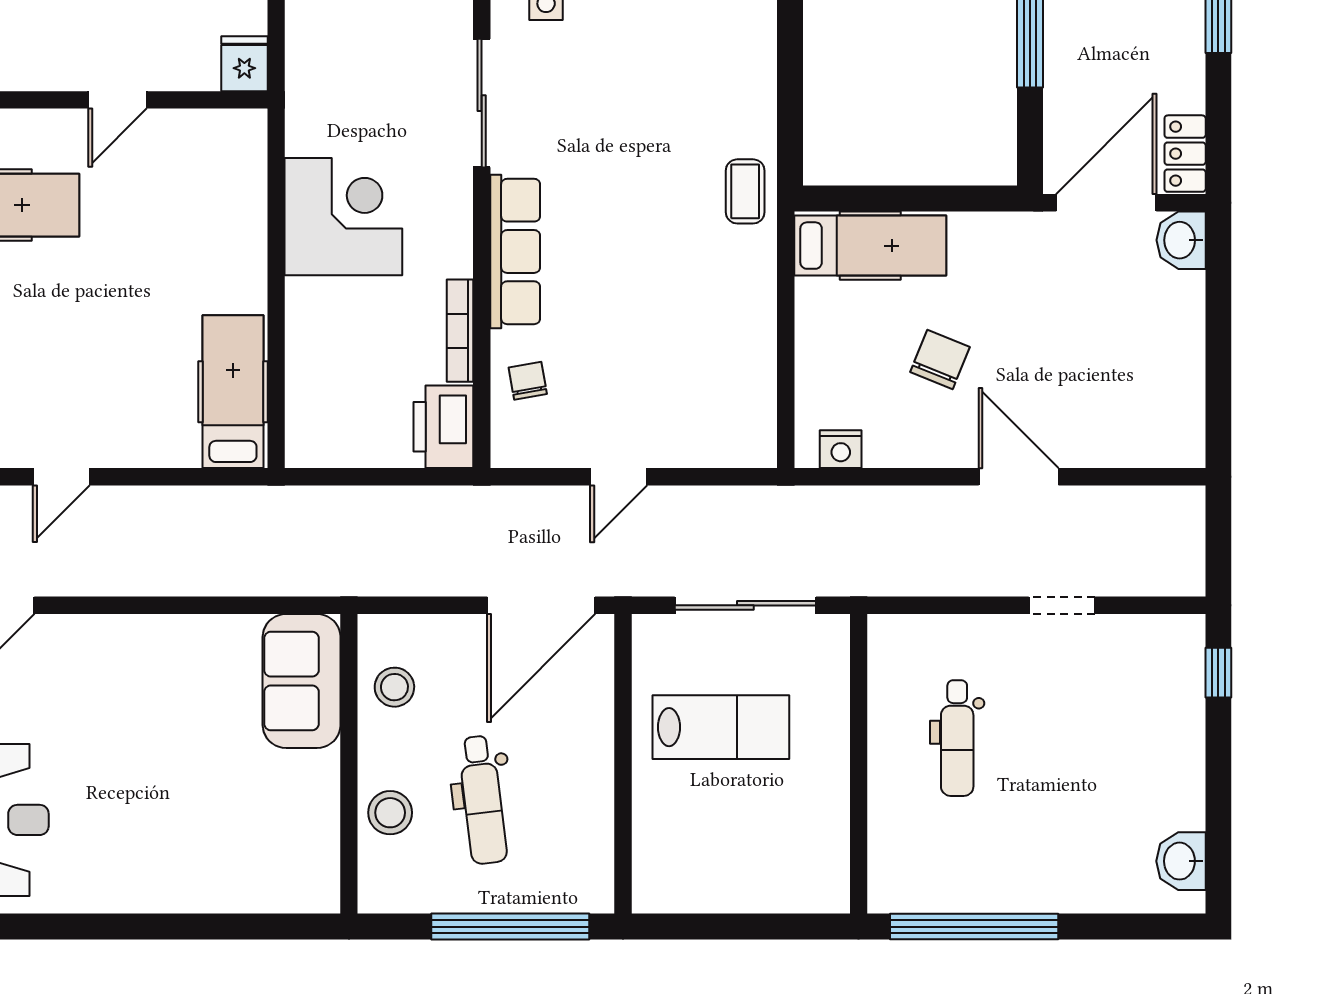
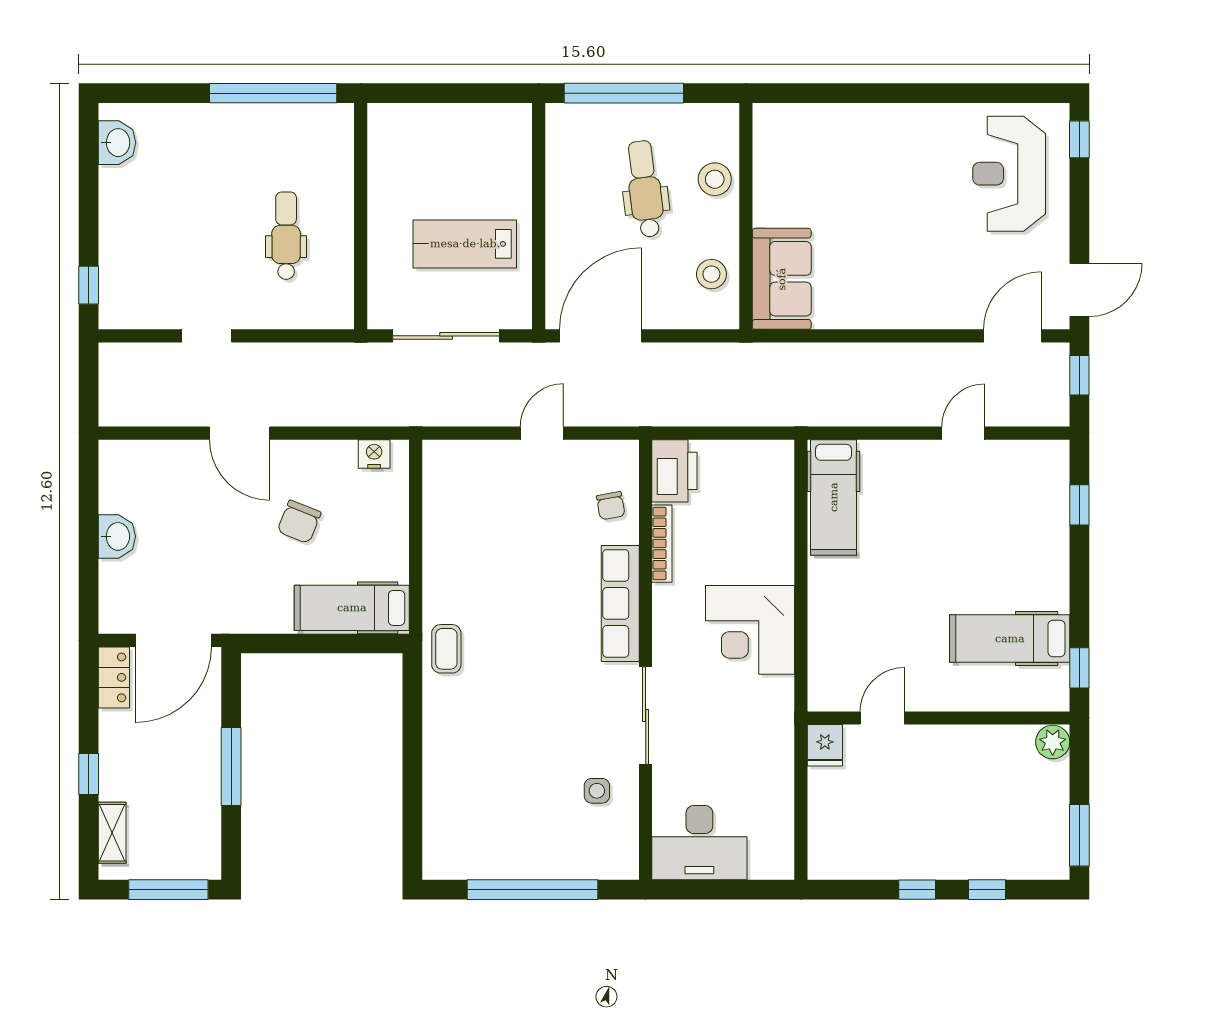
door: (118, 100) -> (882, 718), moved
washbasin: (1181, 240) -> (117, 536), moved

